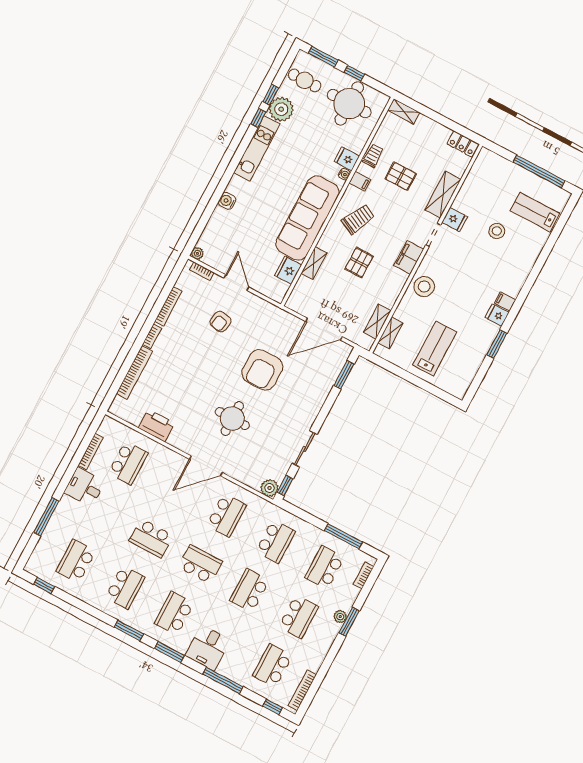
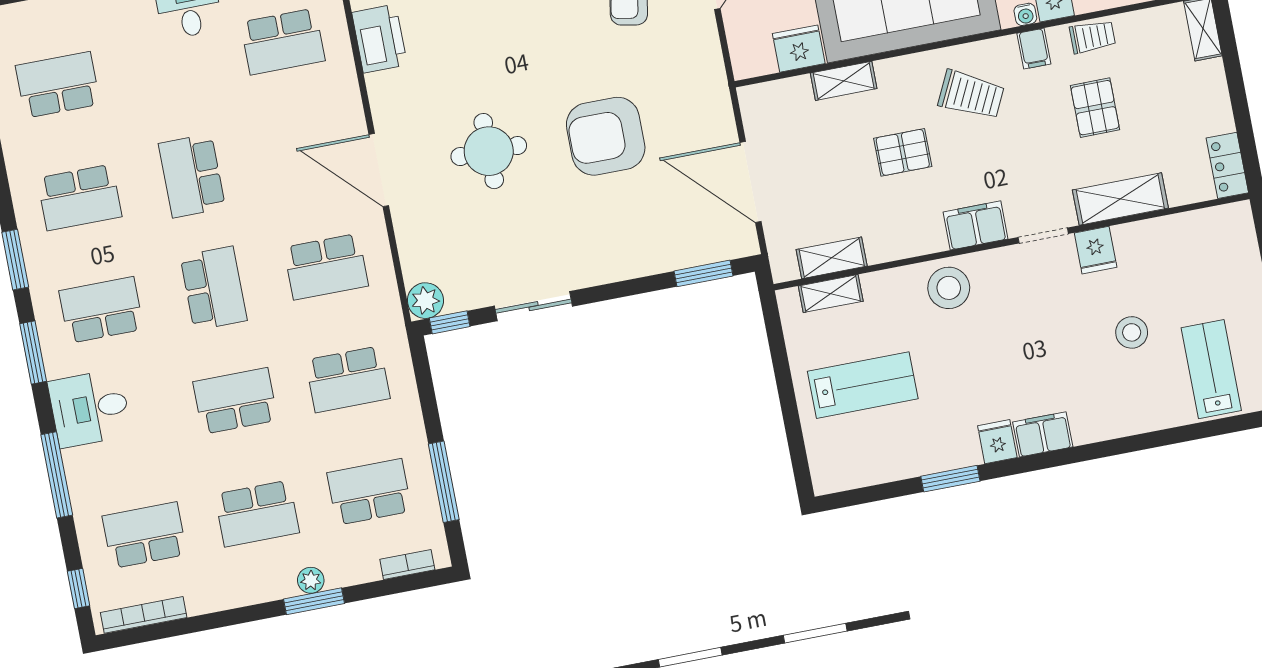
filing cabinet: (505, 301) -> (1043, 434), width x2.00

